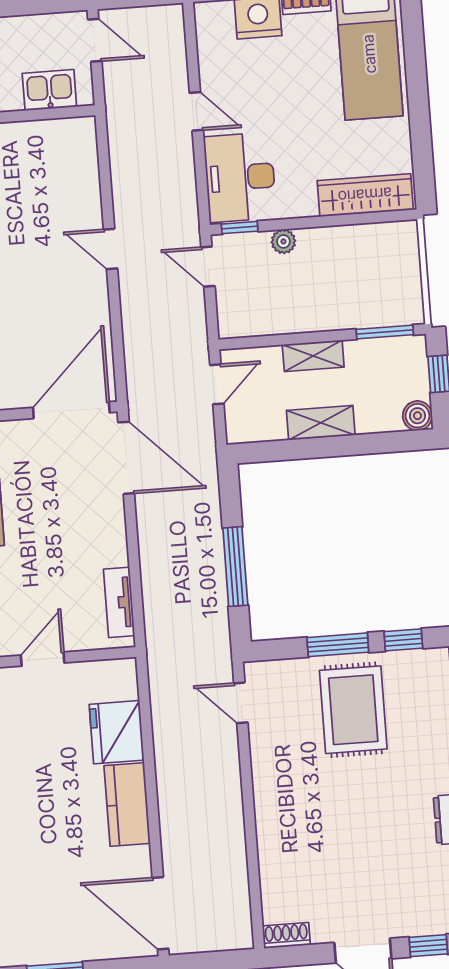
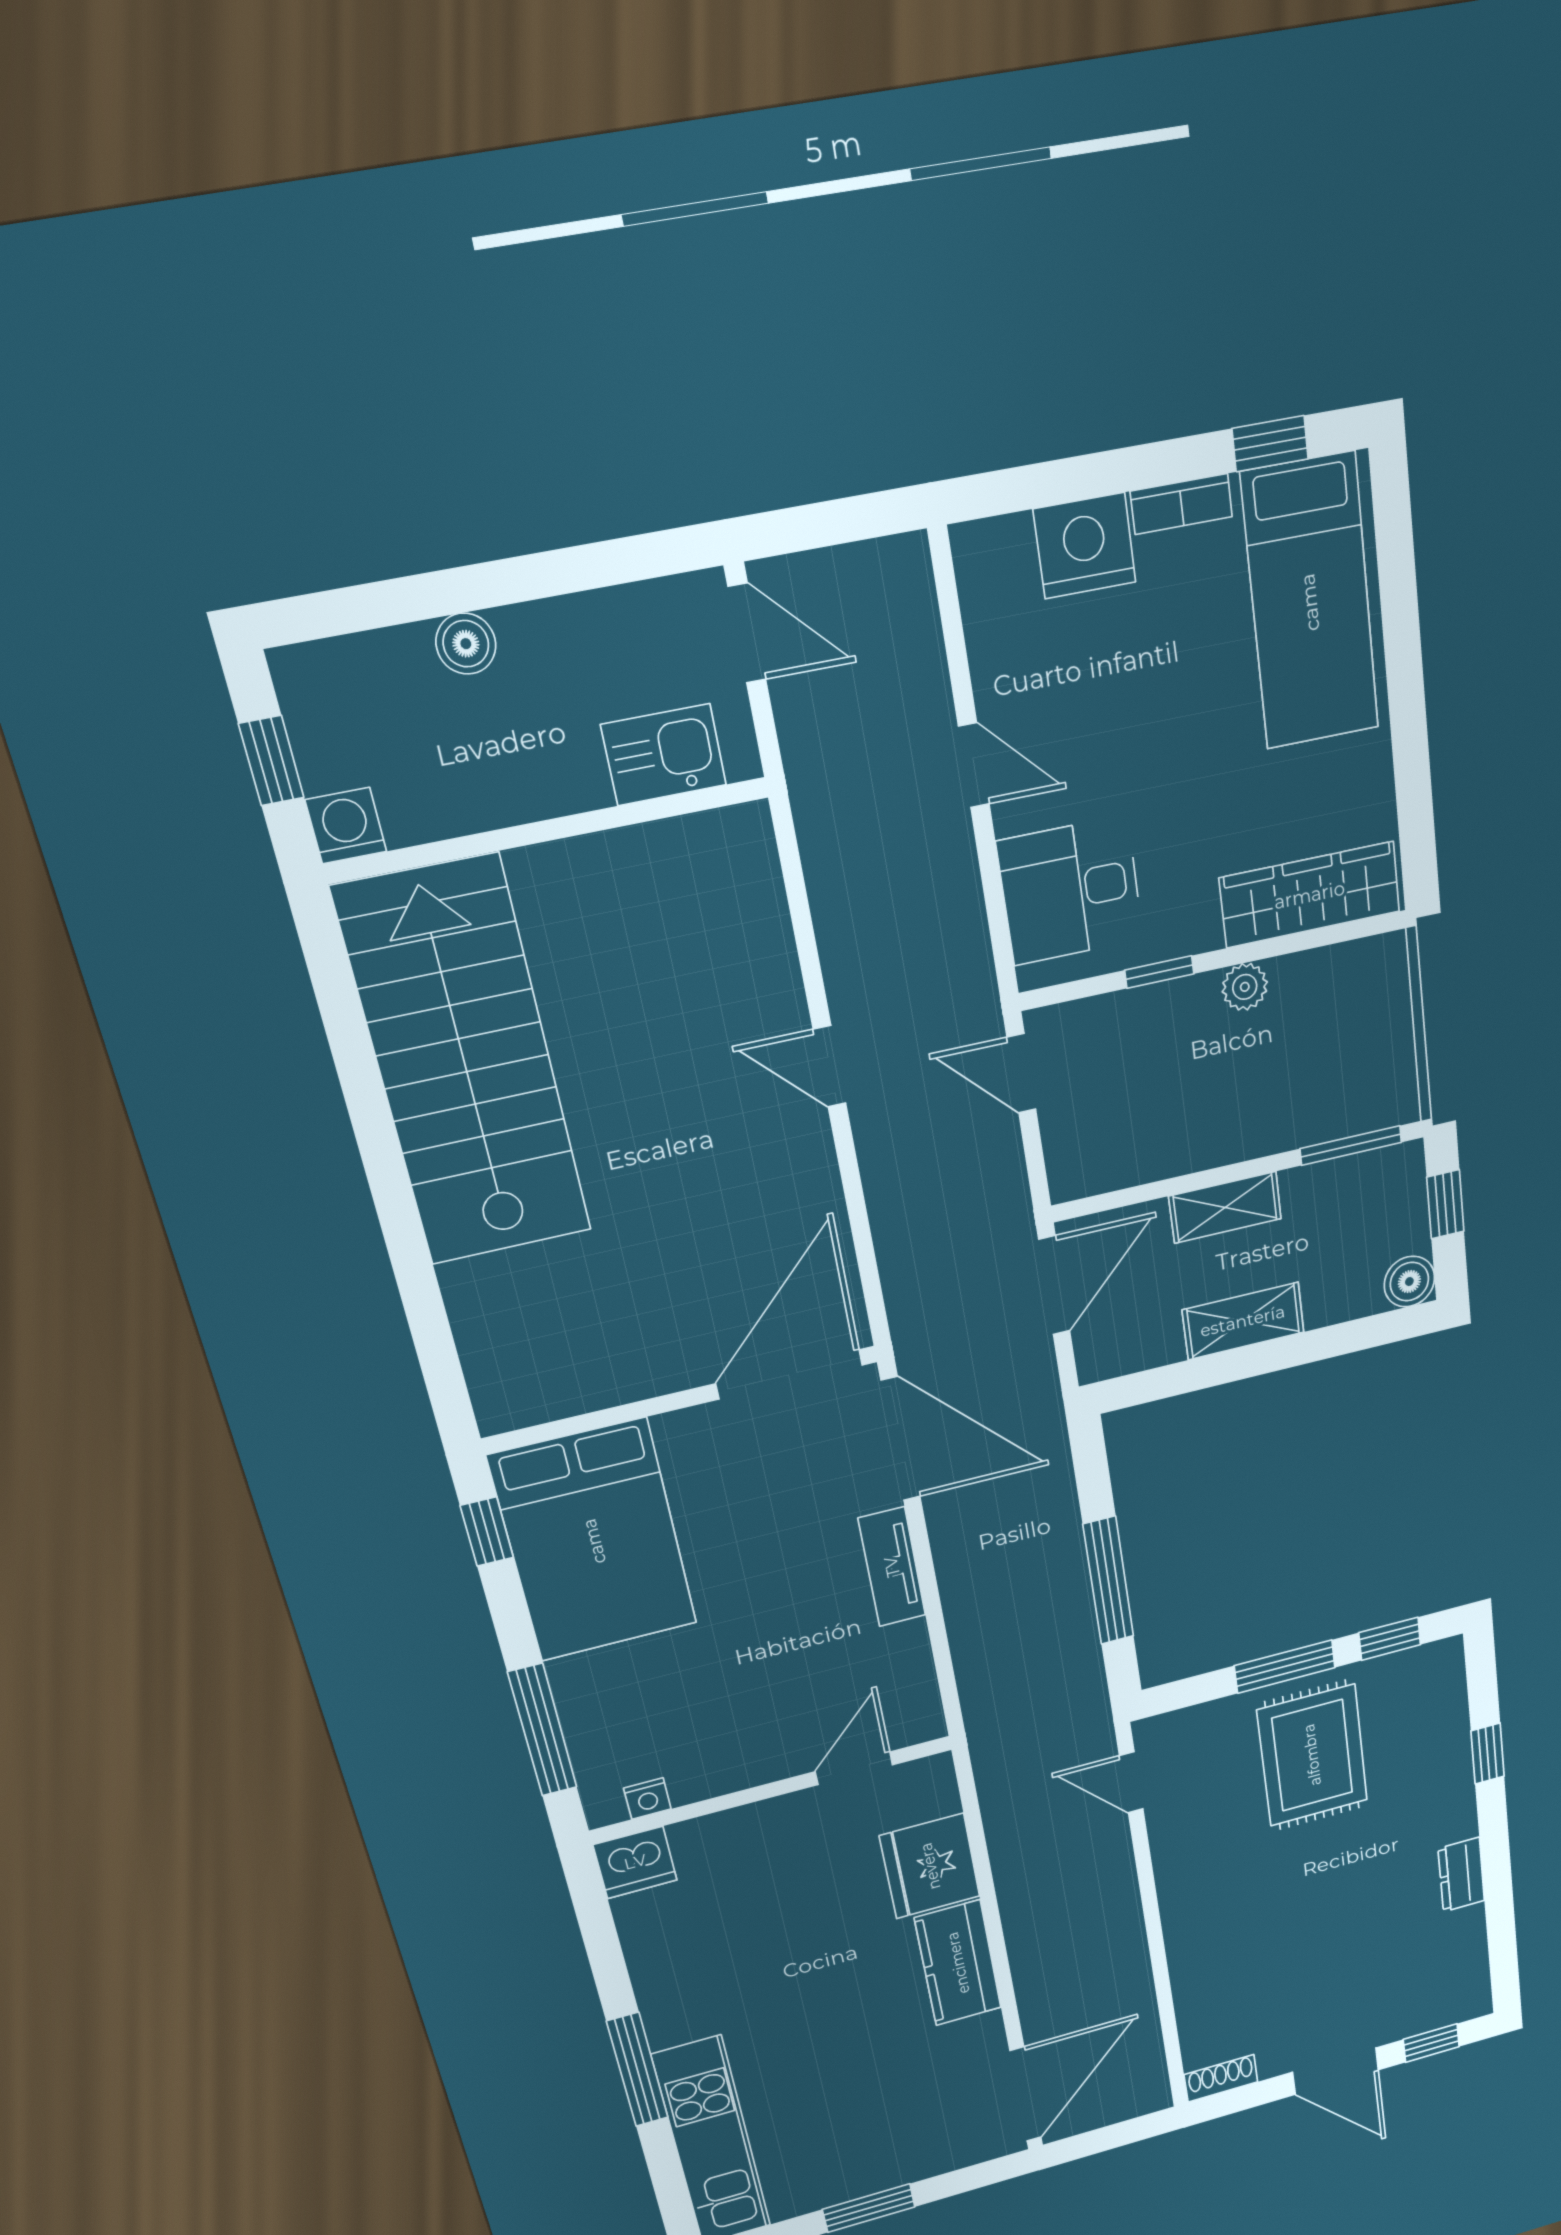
desk: (240, 177) -> (1070, 891), width x0.73
window: (240, 228) -> (1159, 972), moved
plant: (283, 241) -> (1245, 987), moved
door: (217, 384) -> (1054, 1285), width x1.38
tv unit: (119, 602) -> (892, 1567), moved
door: (43, 659) -> (854, 1768), moved
door: (160, 913) -> (1026, 2094), swing flipped

